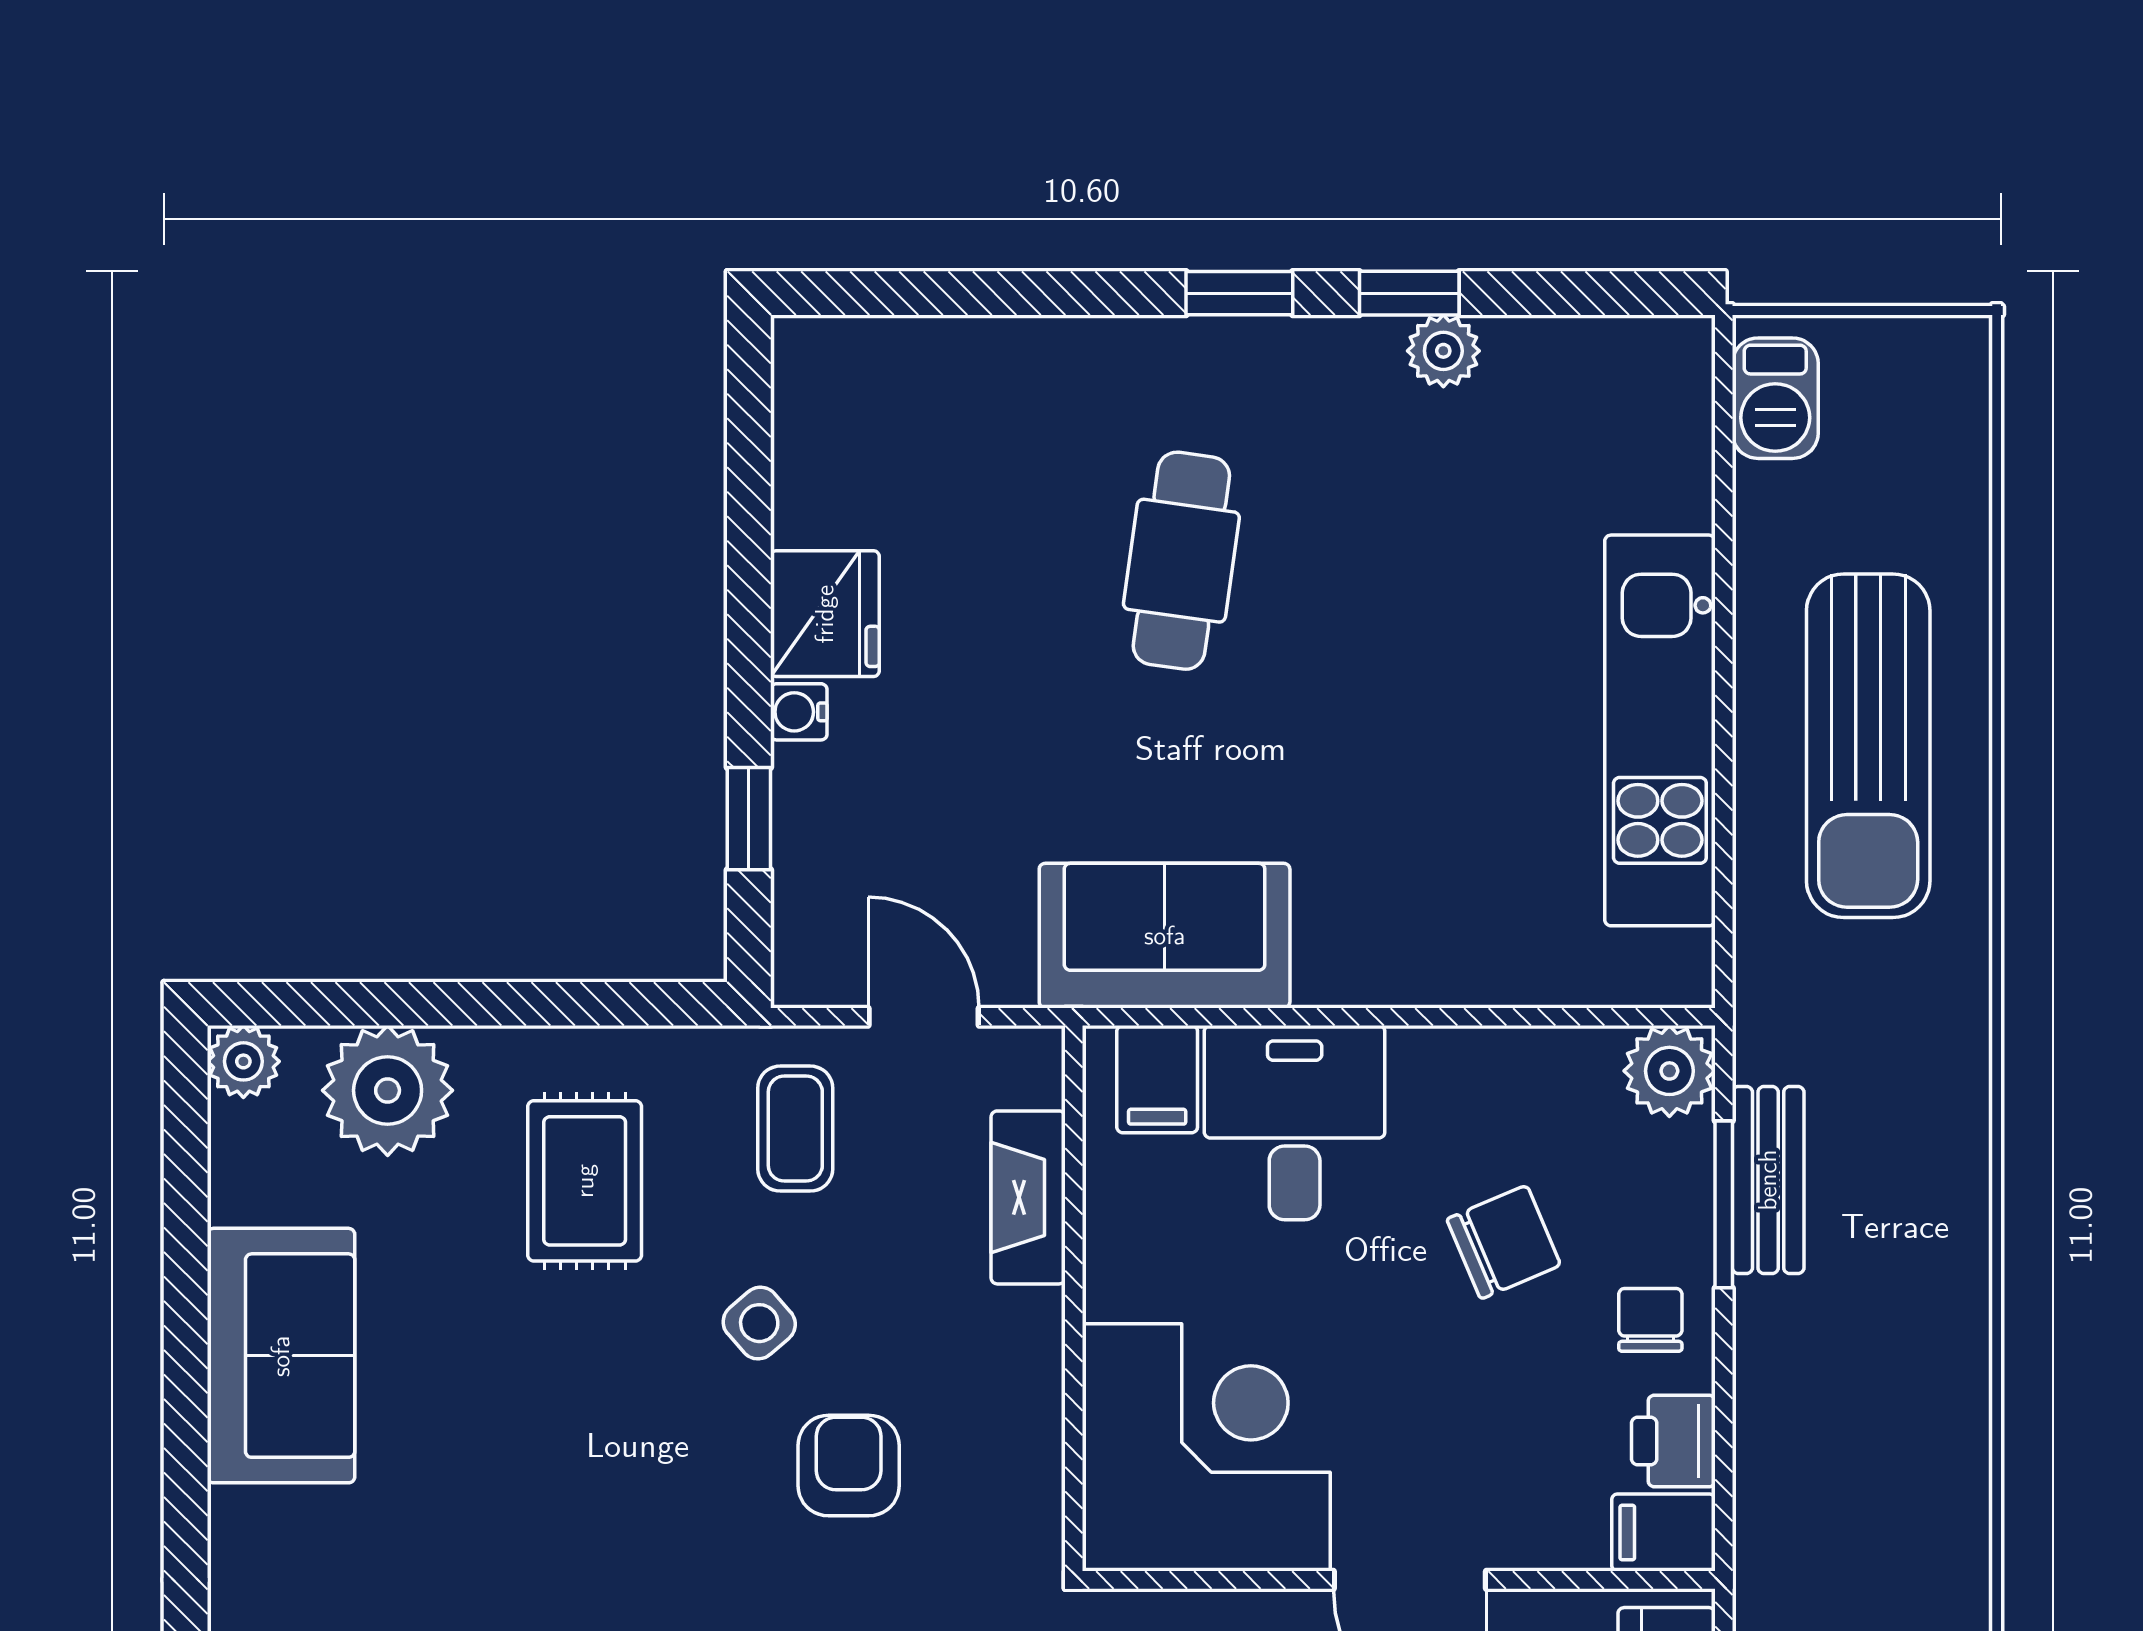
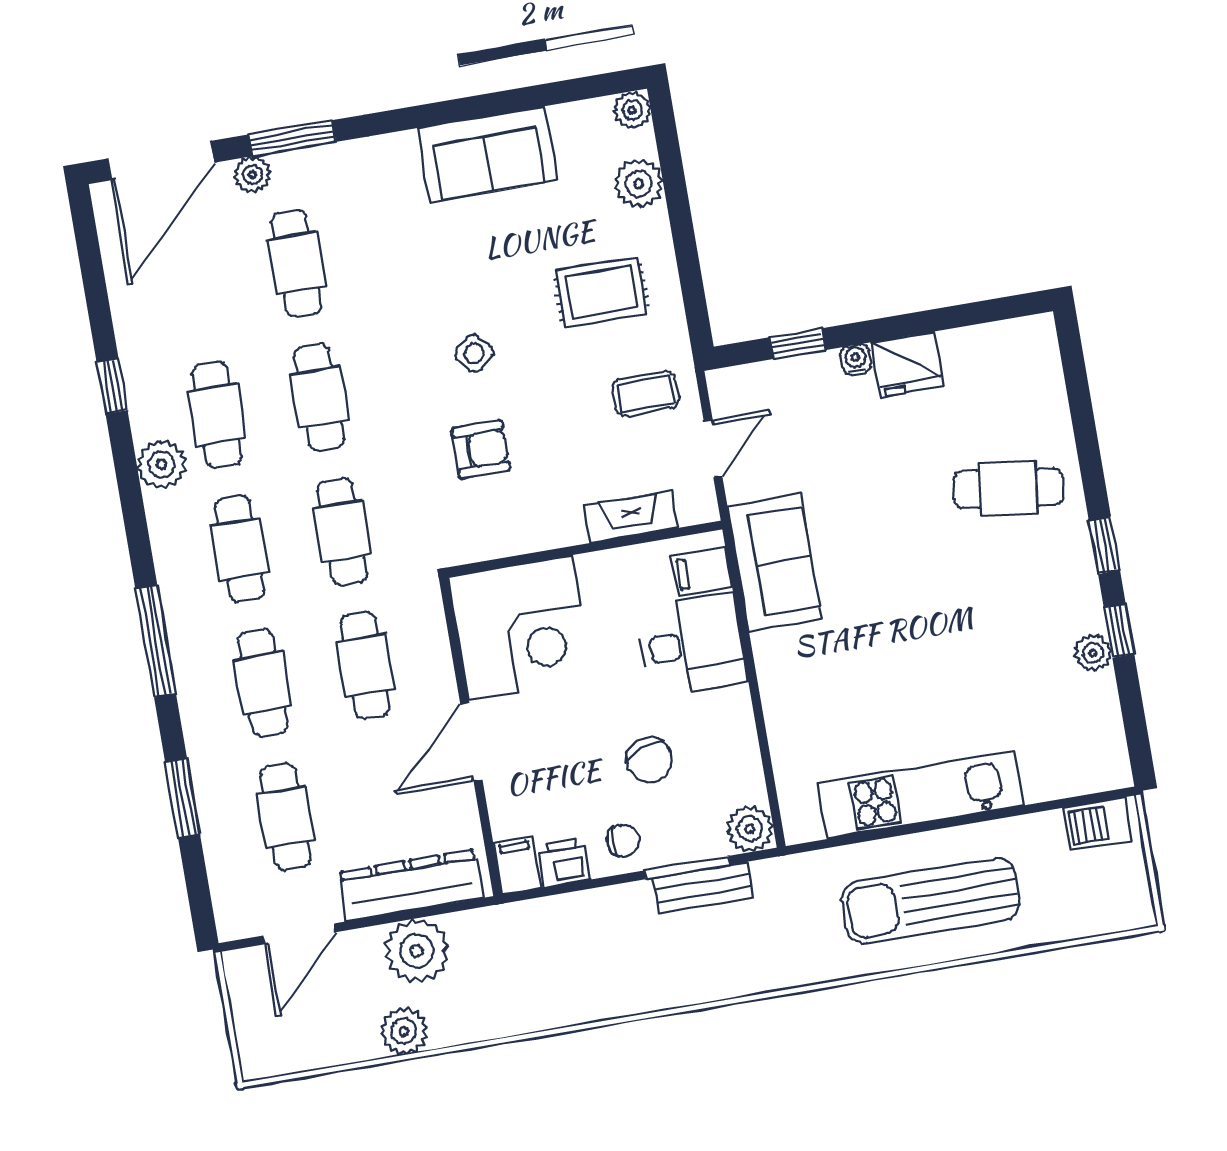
cafe table: (1181, 561) -> (1008, 488), moved
plant: (388, 1090) -> (639, 184), width x0.73, depth x0.73
side table: (759, 1323) -> (474, 353), moved

